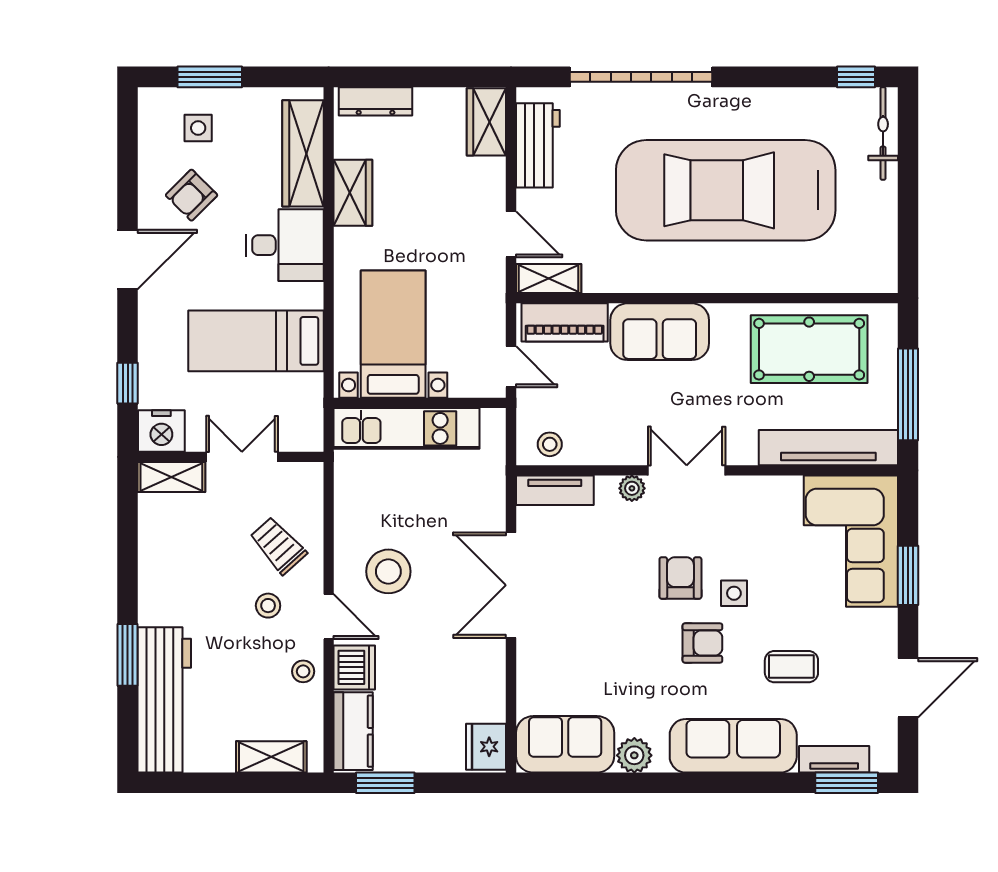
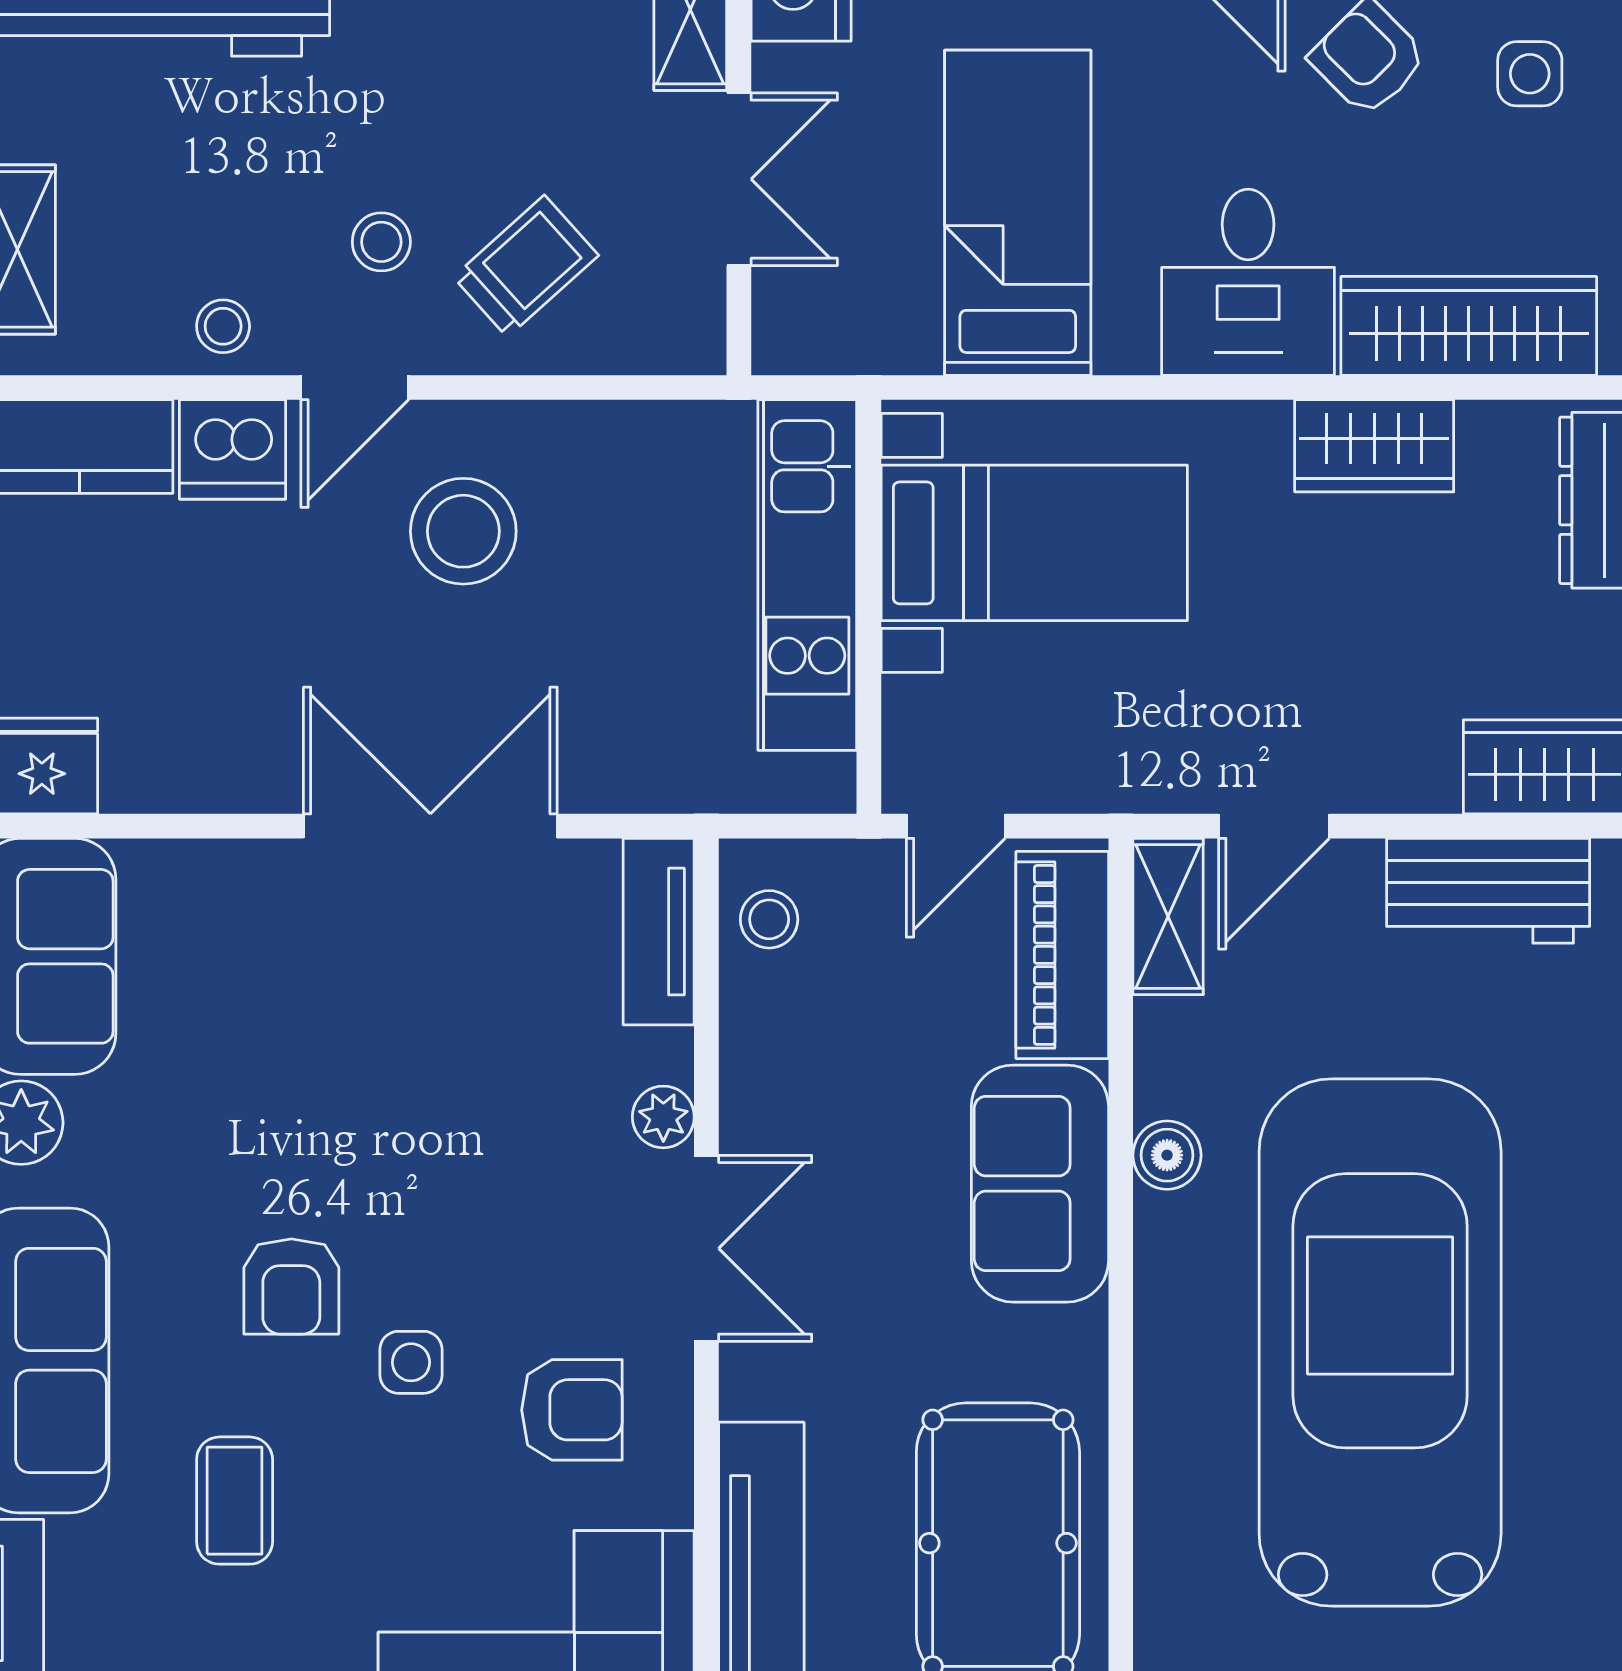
boiler: (648, 279) -> (1167, 1155), added
armchair: (680, 578) -> (572, 1410), moved

